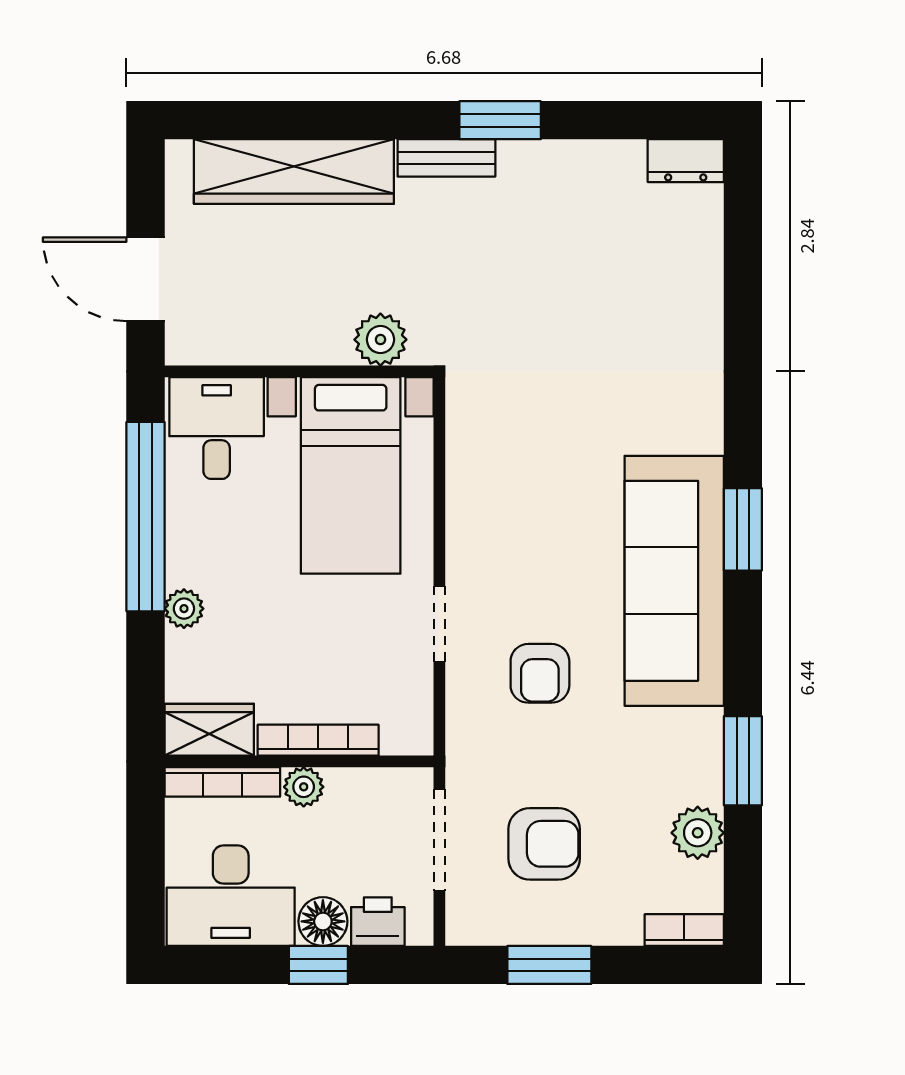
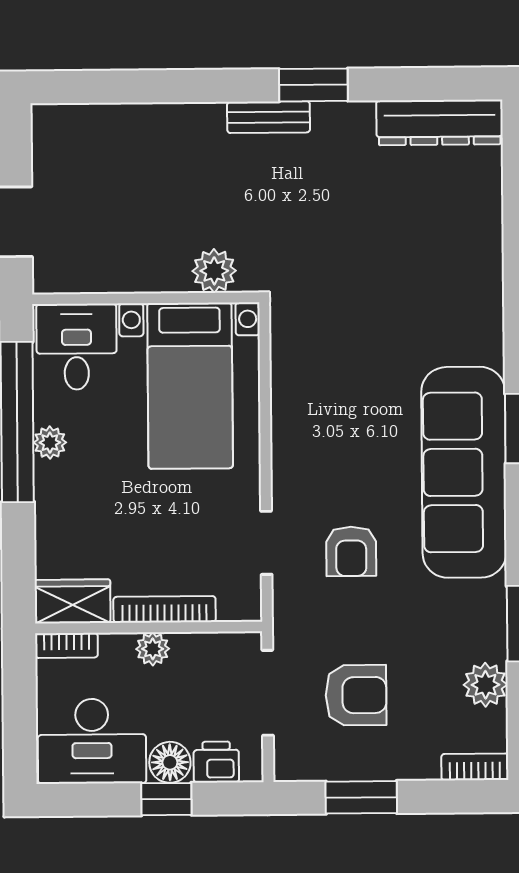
dresser: (686, 161) -> (440, 122), width x1.96, depth x1.24
wardrobe: (294, 172) -> (140, 130), removed
plant: (184, 609) -> (50, 443), moved
doorway: (439, 624) -> (266, 543), moved
bookcase: (222, 782) -> (66, 645), width x0.64

